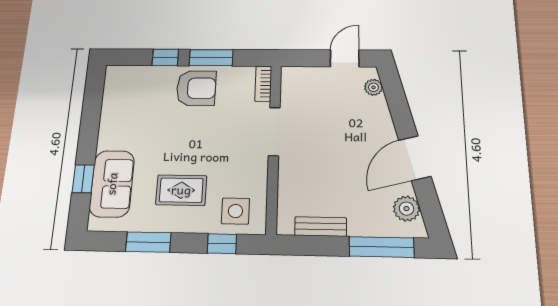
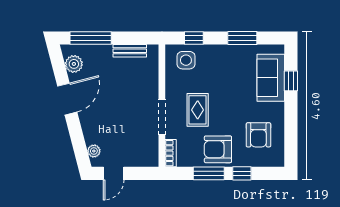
armchair: (138, 106) -> (258, 135), added
rug: (181, 190) -> (198, 110), moved, turned 90

